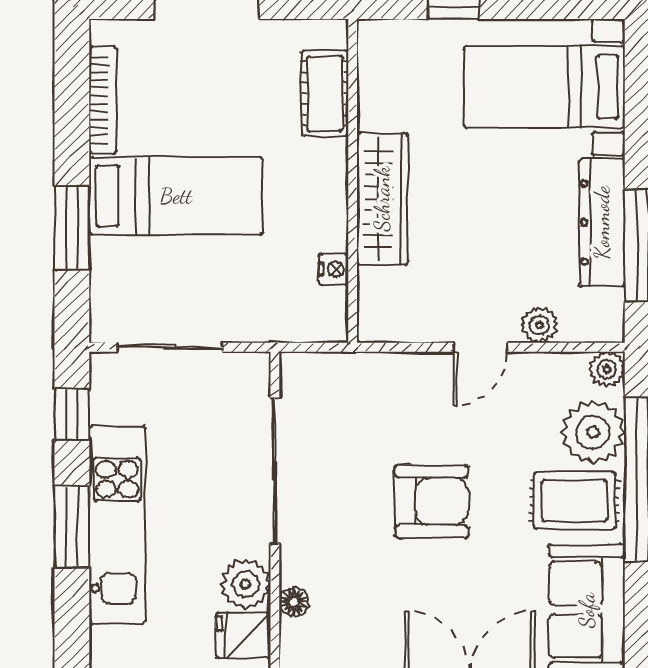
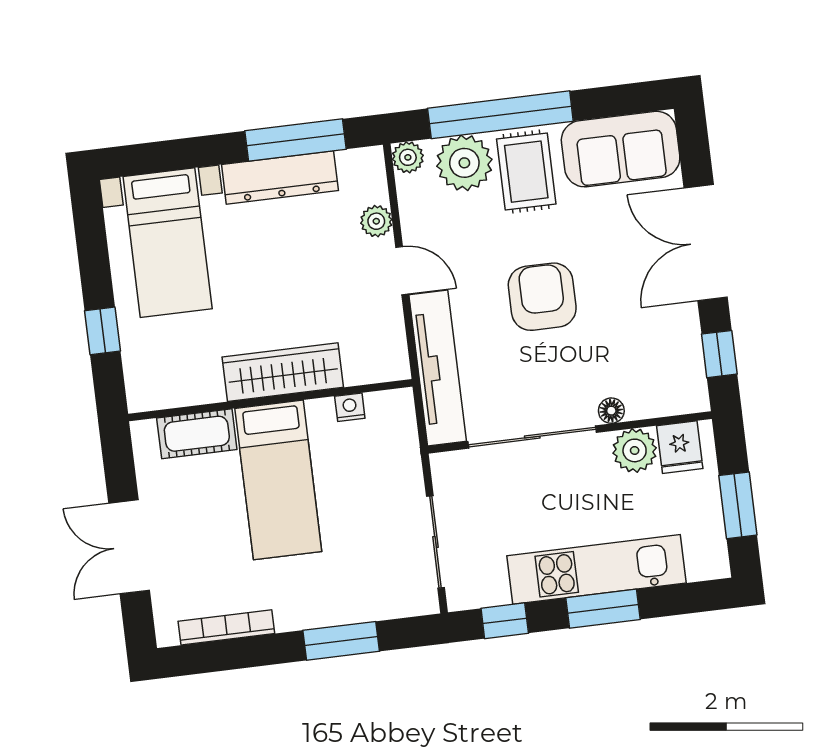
bed: (176, 196) -> (278, 480), moved, turned 180
tv unit: (366, 374) -> (438, 368), added
floor lamp: (294, 602) -> (611, 411), moved

